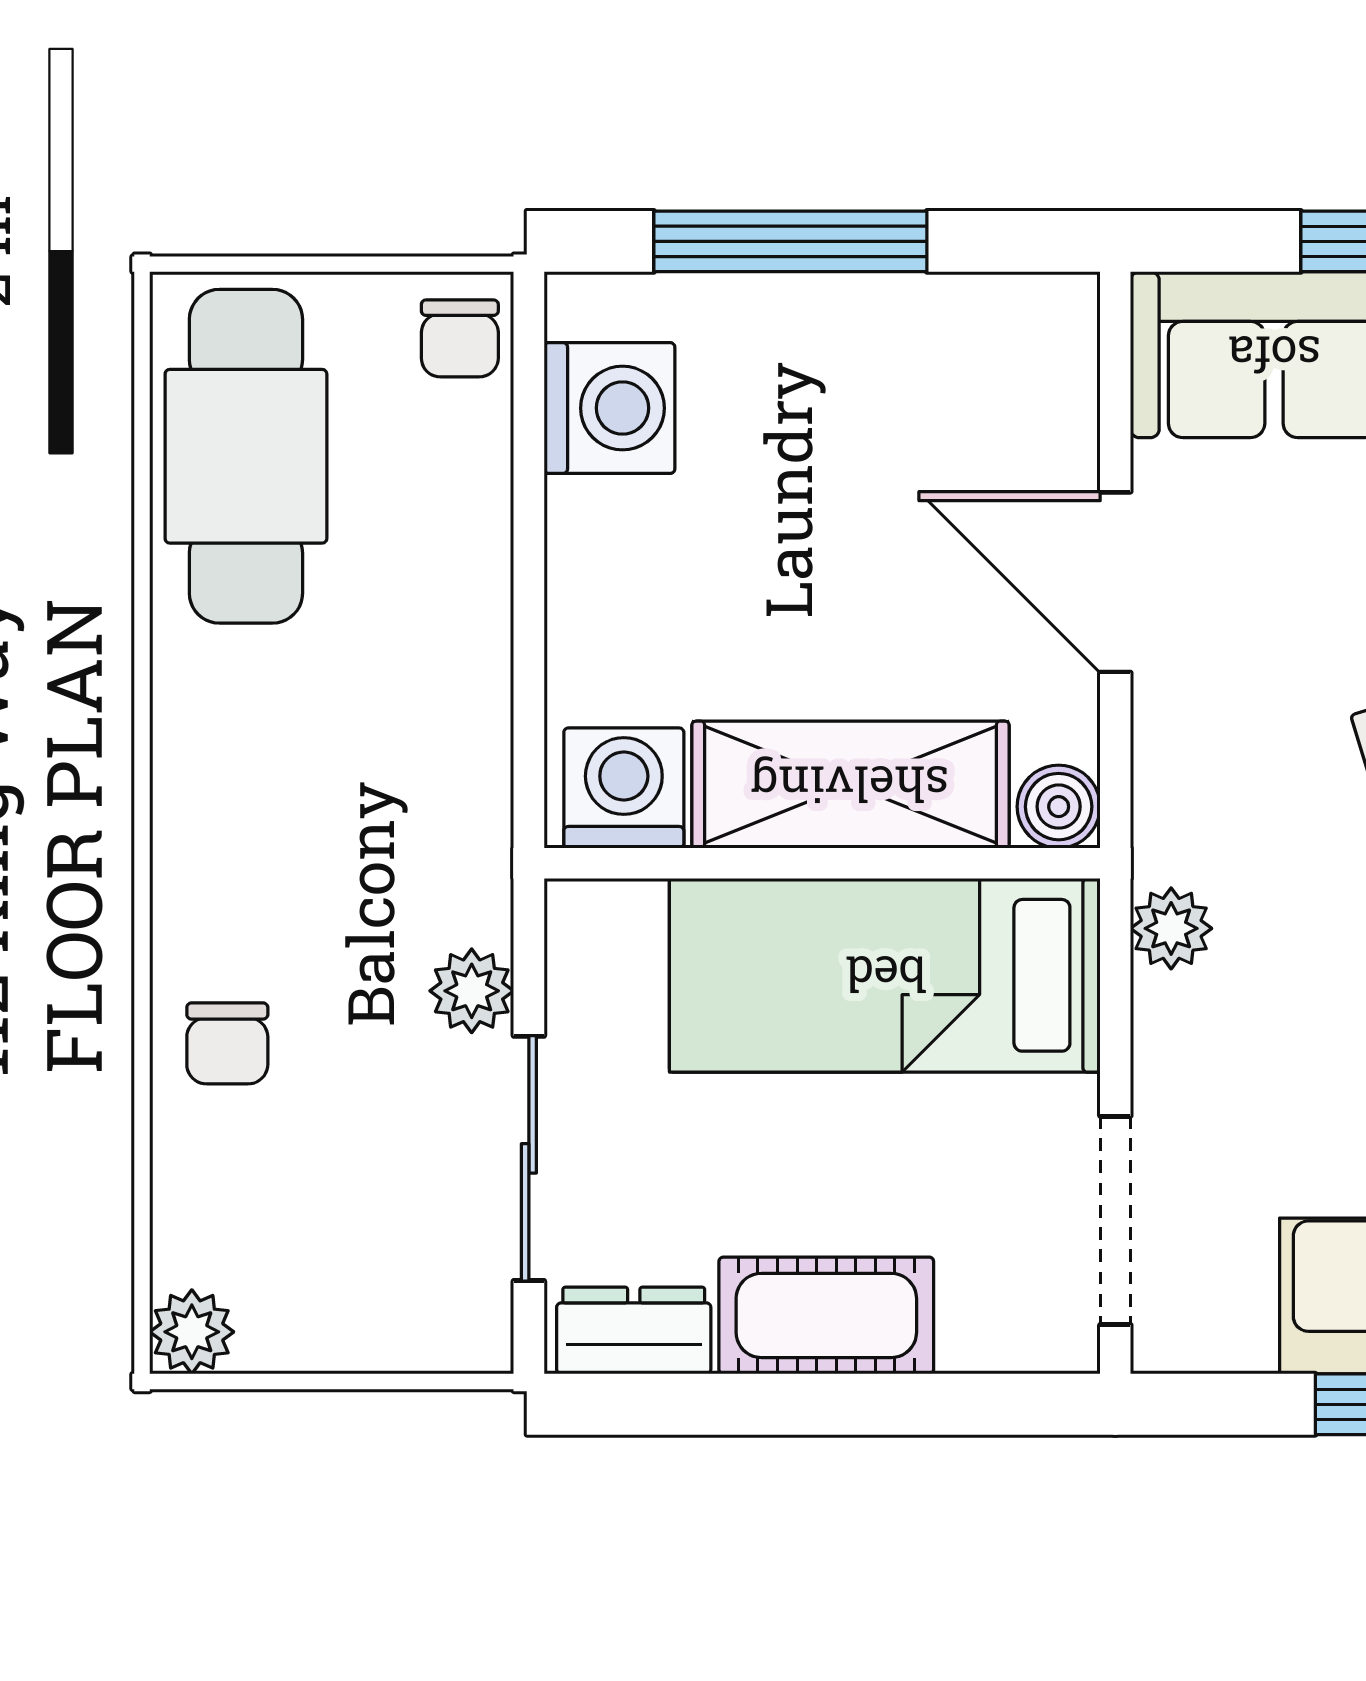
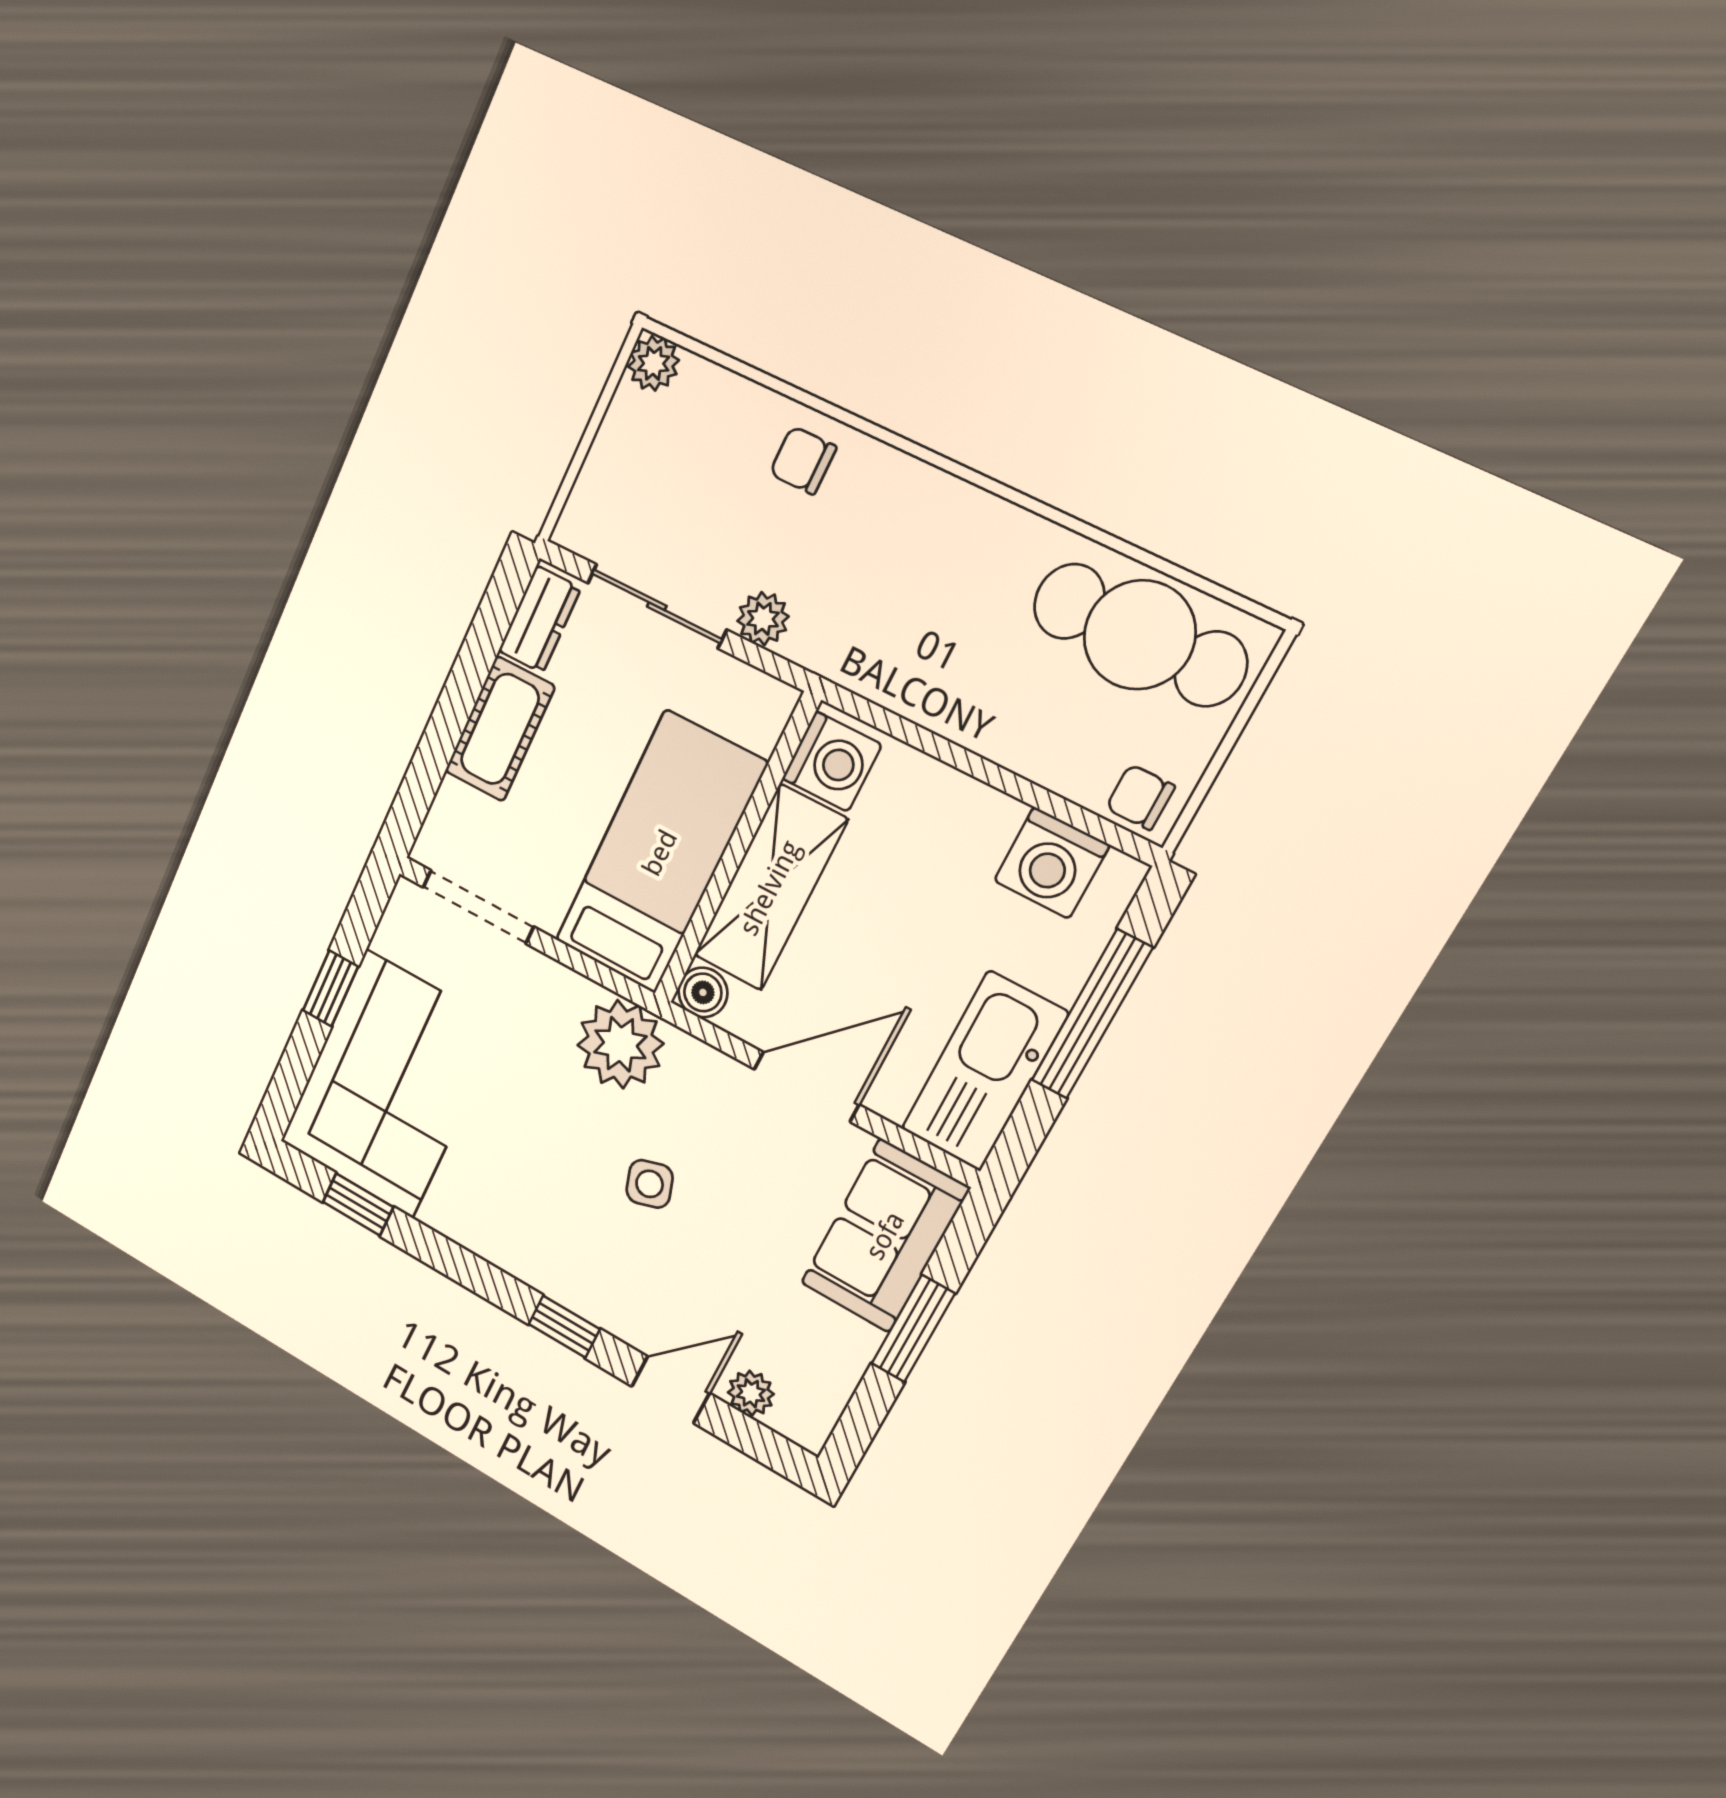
kitchen sink: (951, 343) -> (984, 1071), added
plant: (1171, 928) -> (620, 1044), width x1.87, depth x1.87

